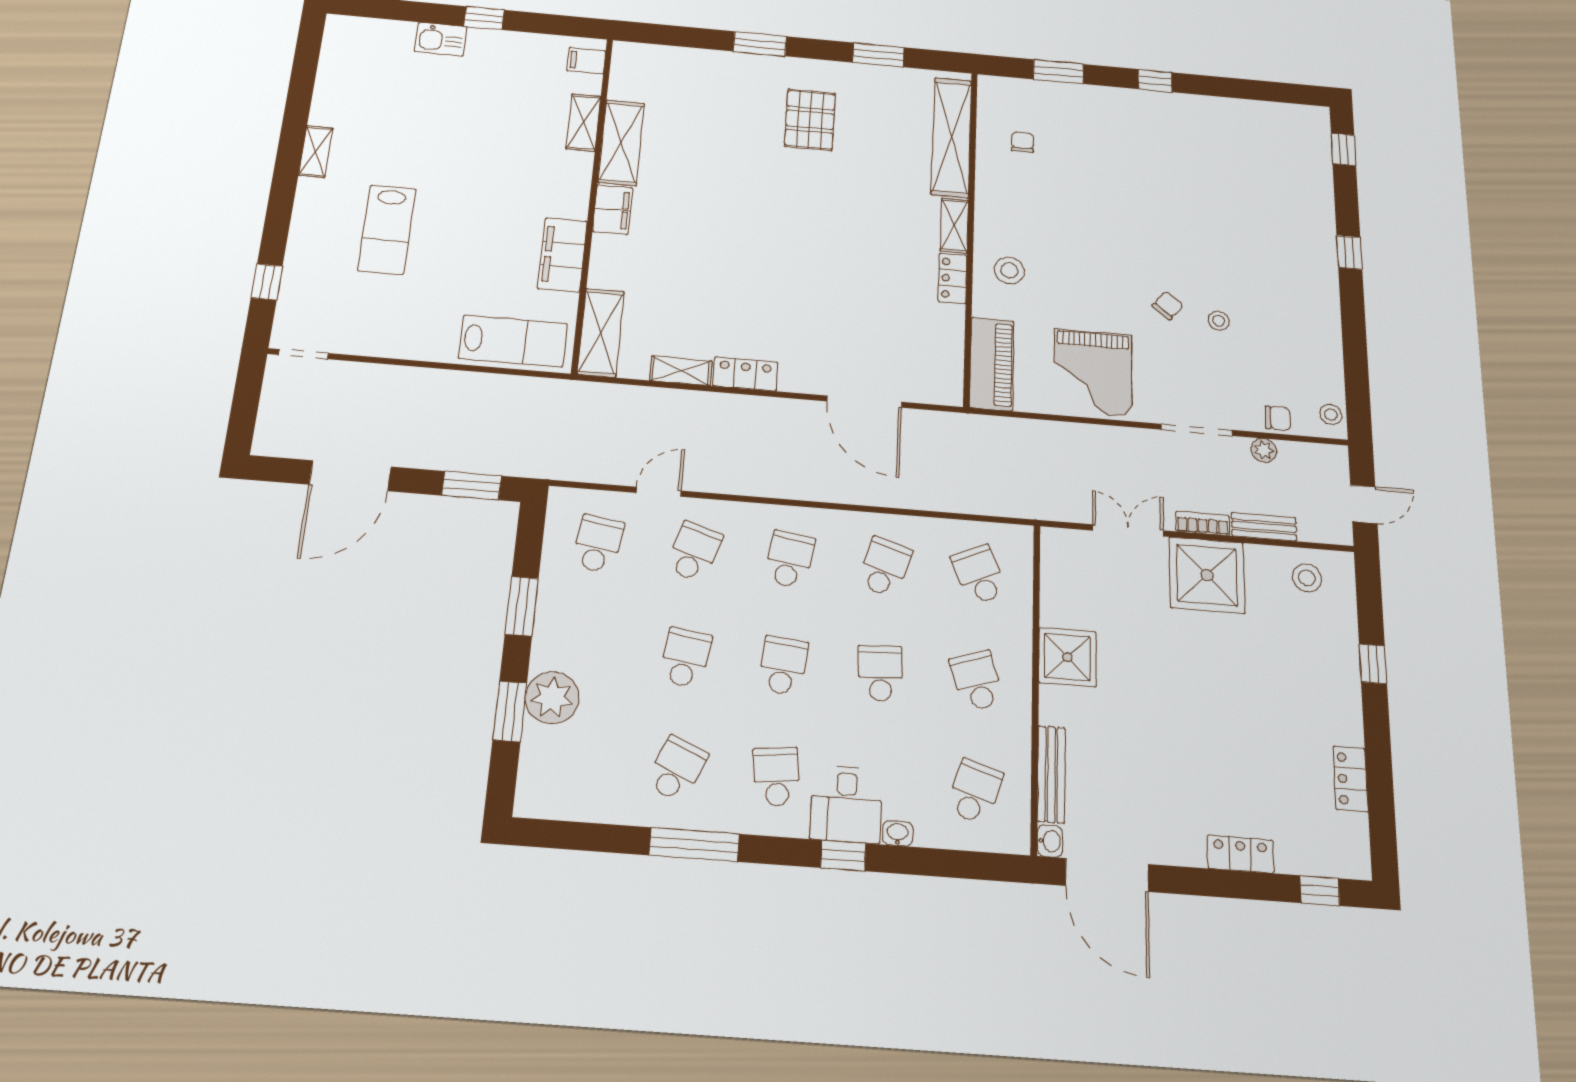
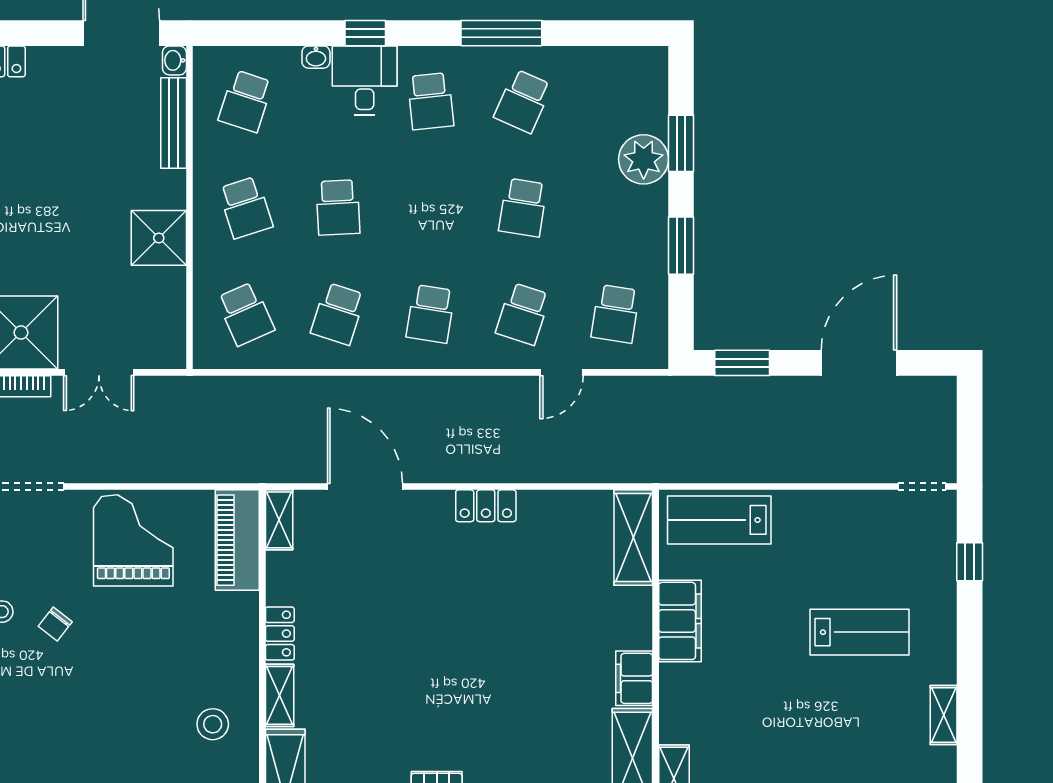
lab bench: (387, 230) -> (859, 632), turned 90
stool: (1009, 271) -> (213, 724), moved
shelving: (681, 371) -> (279, 520), moved, turned 90
school desk: (783, 666) -> (430, 207), removed

